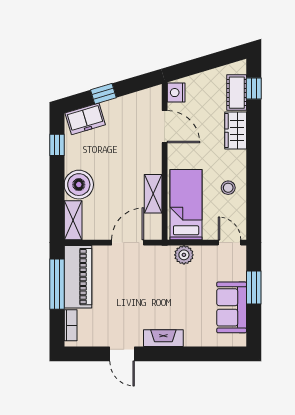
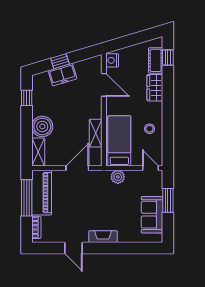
freezer: (85, 119) -> (62, 75), moved

